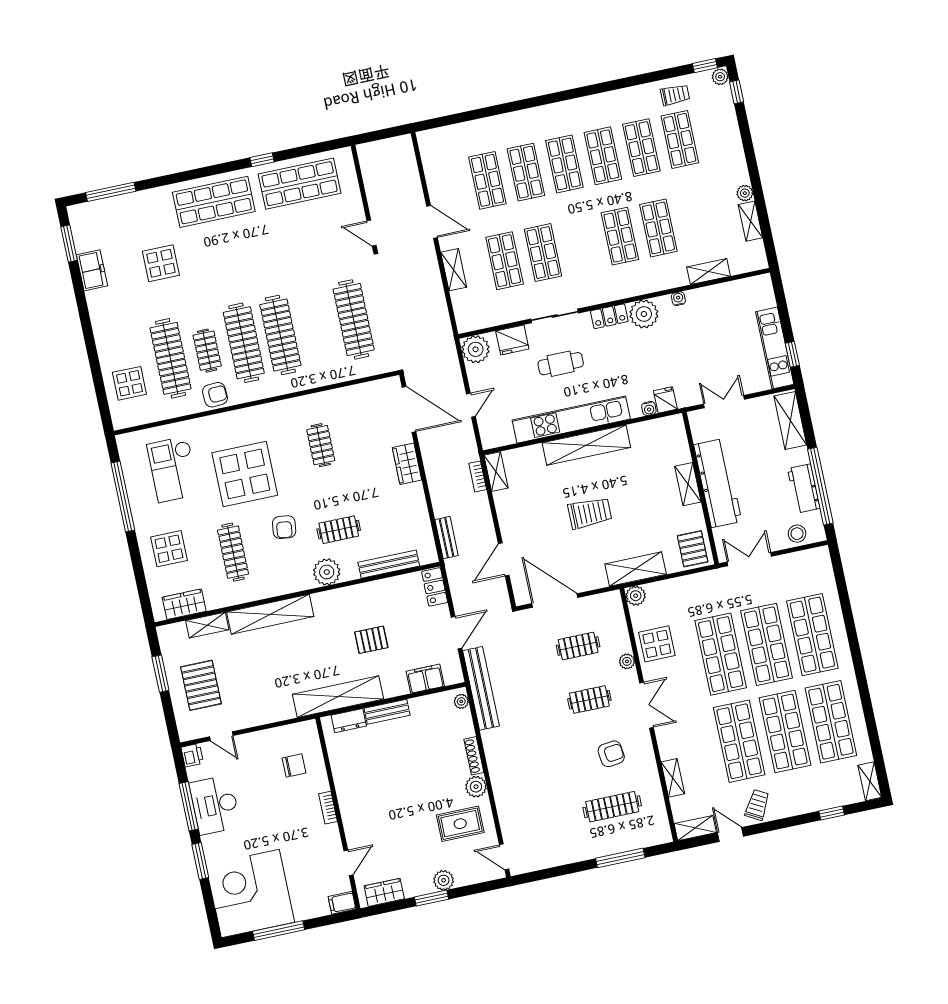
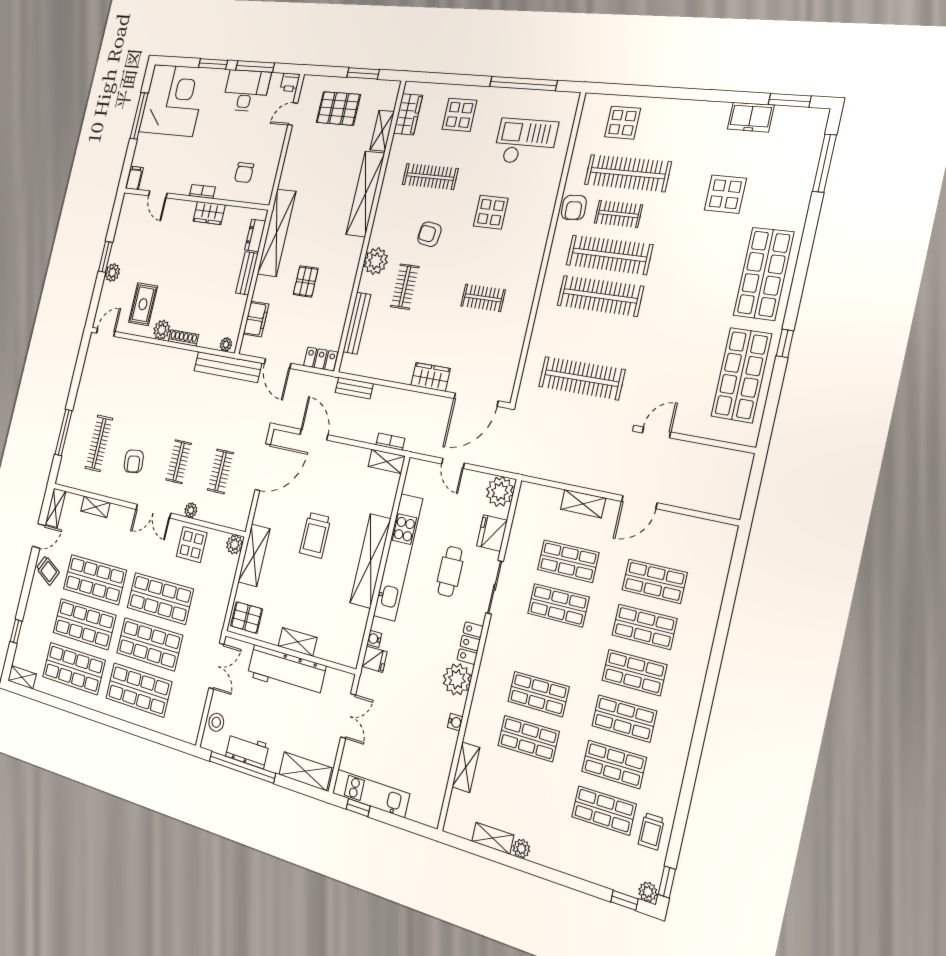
display table: (245, 474) -> (491, 212), width x0.54, depth x0.54
wardrobe: (384, 892) -> (209, 213), moved, turned 90

